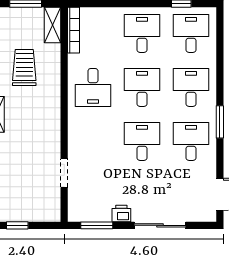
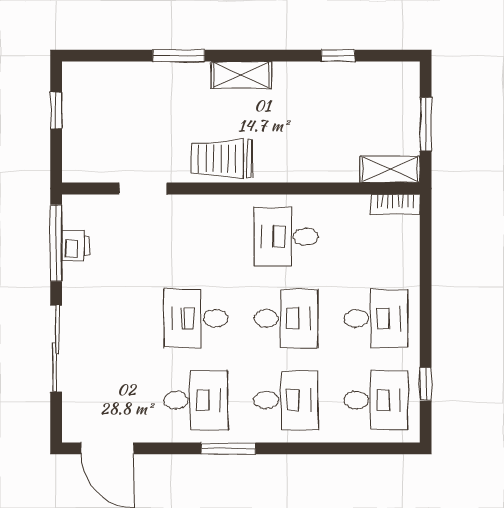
bookcase: (73, 30) -> (395, 204), width x0.64
trolley: (24, 68) -> (221, 159), moved, turned 180
desk: (142, 141) -> (196, 318), turned 180
printer: (121, 213) -> (76, 246), moved
window: (97, 225) -> (56, 243), width x1.44

